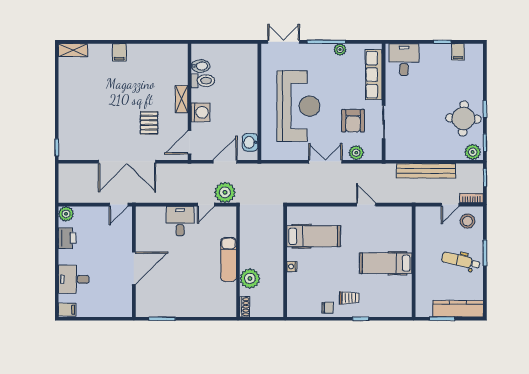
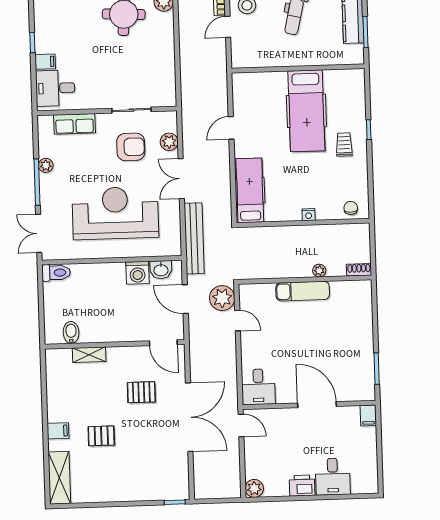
shelving: (73, 50) -> (59, 478), width x1.50, depth x1.33
filing cabinet: (458, 52) -> (45, 62), moved
row of seats: (374, 75) -> (75, 124), width x0.68
toilet: (203, 81) -> (56, 273), moved, turned 90
pallet: (114, 88) -> (101, 436), added
shelving: (182, 99) -> (89, 355), moved
washing machine: (201, 112) -> (138, 273), moved, turned 180
bench: (426, 171) -> (194, 238), moved
door: (450, 205) -> (228, 27), swing flipped
desk: (180, 221) -> (258, 387), moved, turned -90
hospital bed: (314, 236) -> (250, 190), moved
printer: (67, 238) -> (302, 486), moved
hospital bed: (386, 263) -> (306, 111), width x1.37, depth x1.29
plant: (250, 278) -> (319, 271), width x0.53, depth x0.53
chair: (327, 308) -> (351, 208), moved
filing cabinet: (67, 310) -> (368, 415), moved, turned 180

